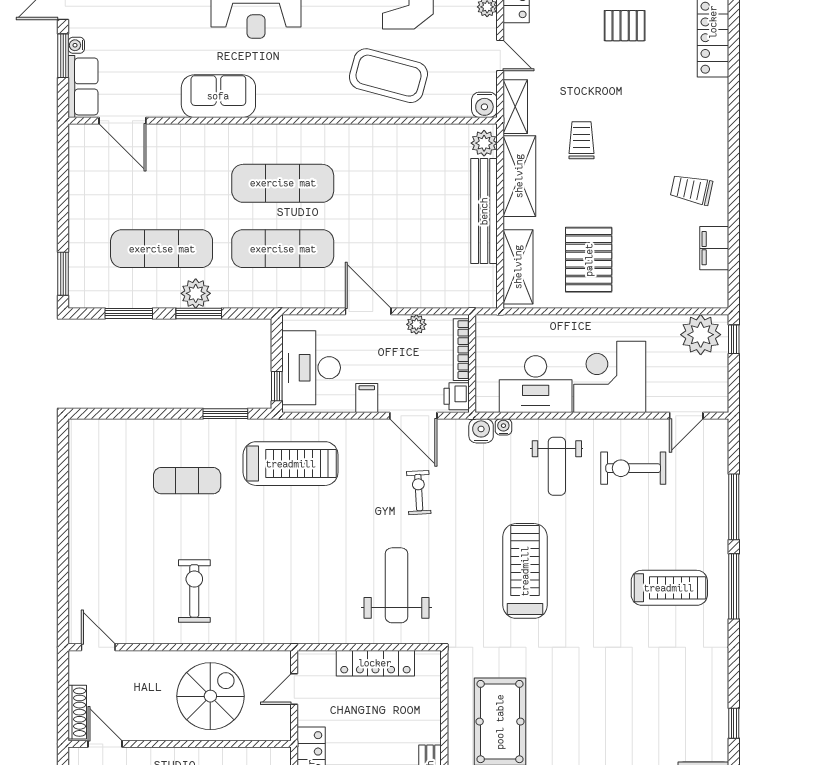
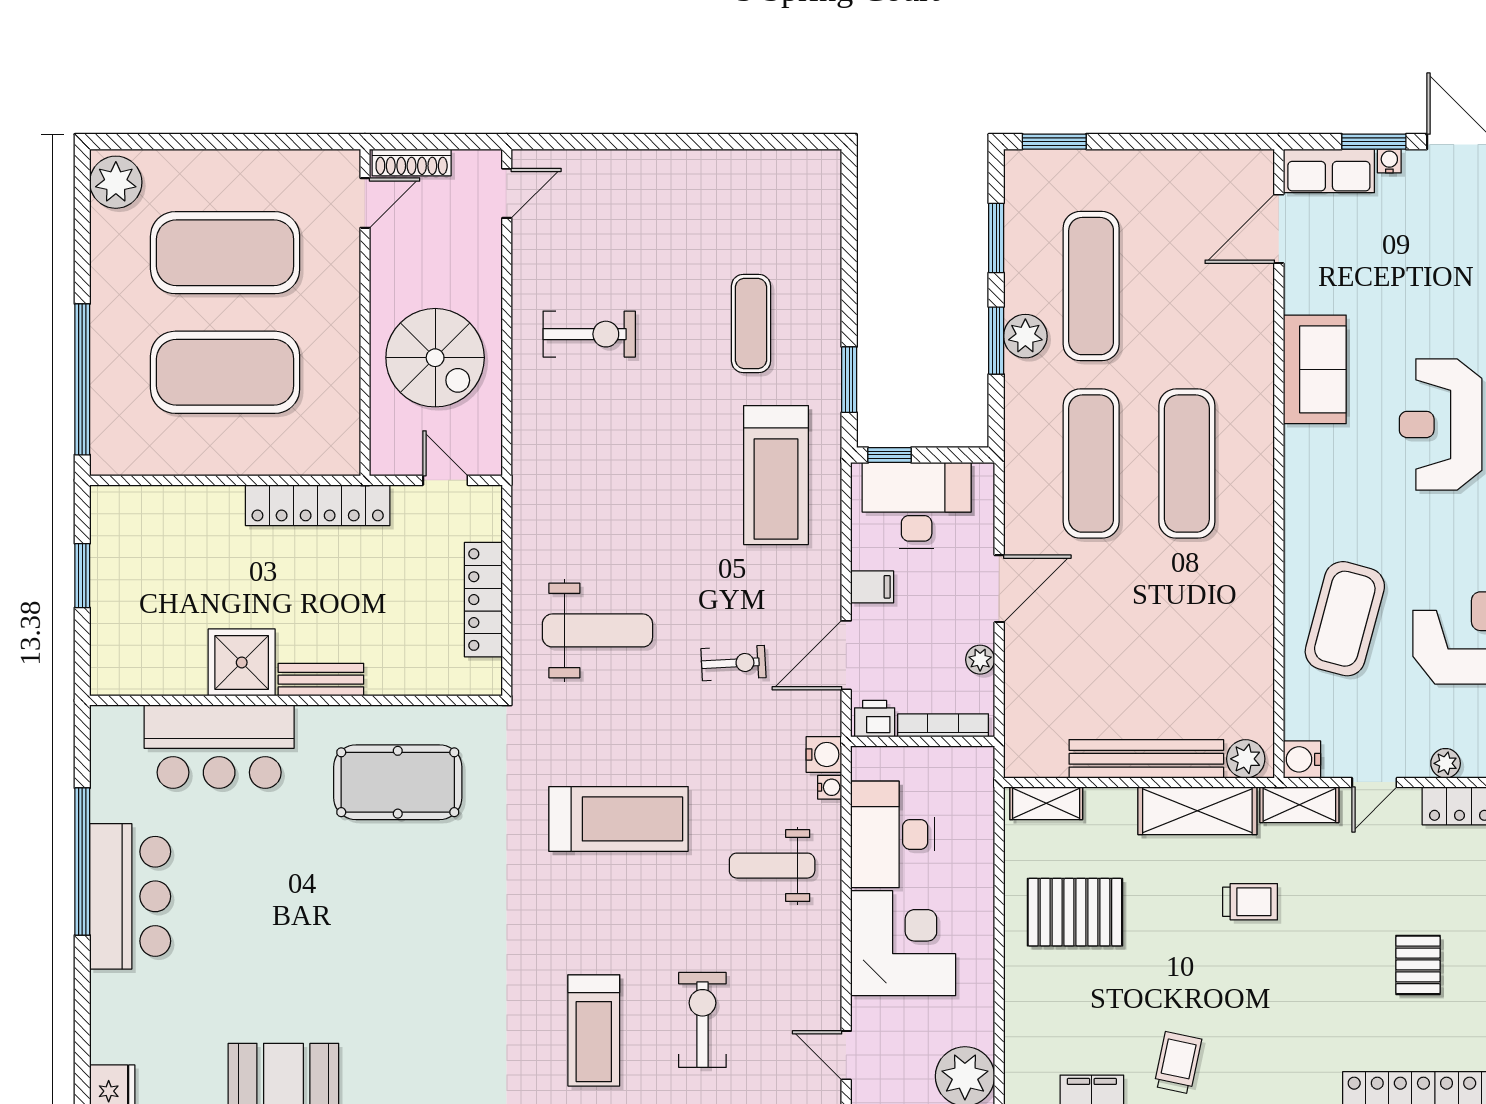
shelving: (518, 267) -> (1046, 803), width x0.67, depth x0.75
exercise bike: (633, 468) -> (702, 1020), moved

